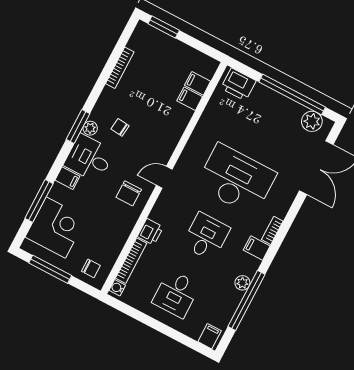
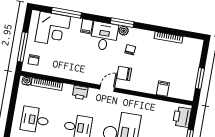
window: (164, 27) -> (200, 78), moved
filing cabinet: (198, 83) -> (174, 90), removed
door: (164, 177) -> (107, 88), hinge flipped
chair: (129, 193) -> (124, 73), moved
printer: (150, 232) -> (80, 92), moved
window: (50, 269) -> (23, 47), moved

